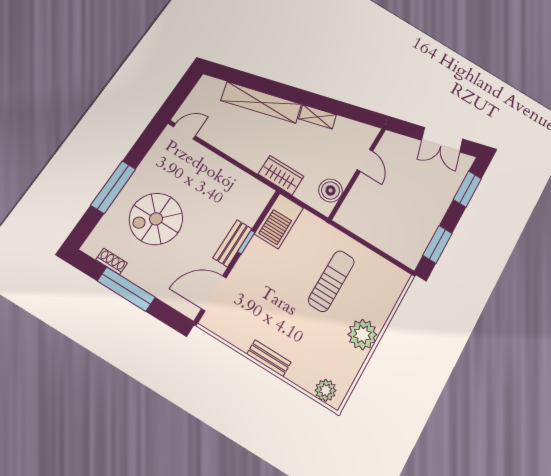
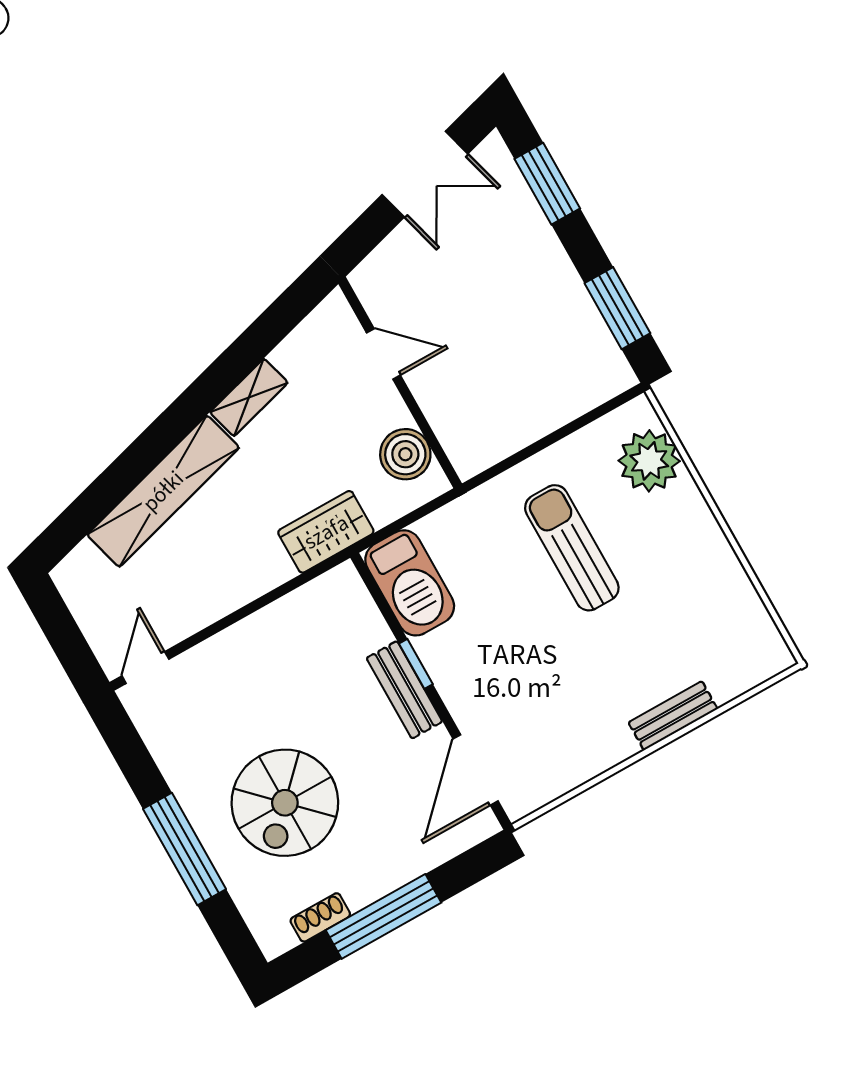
plant: (363, 334) -> (649, 461), moved
bench: (269, 358) -> (673, 716), moved
plant: (326, 390) -> (752, 665), removed

